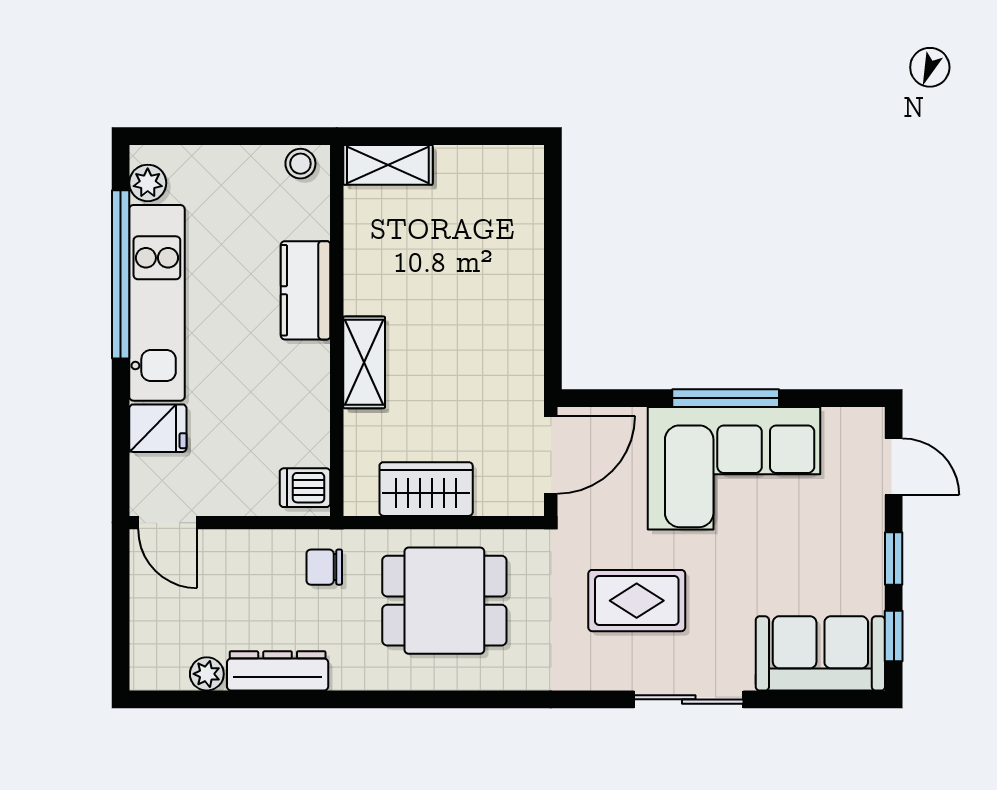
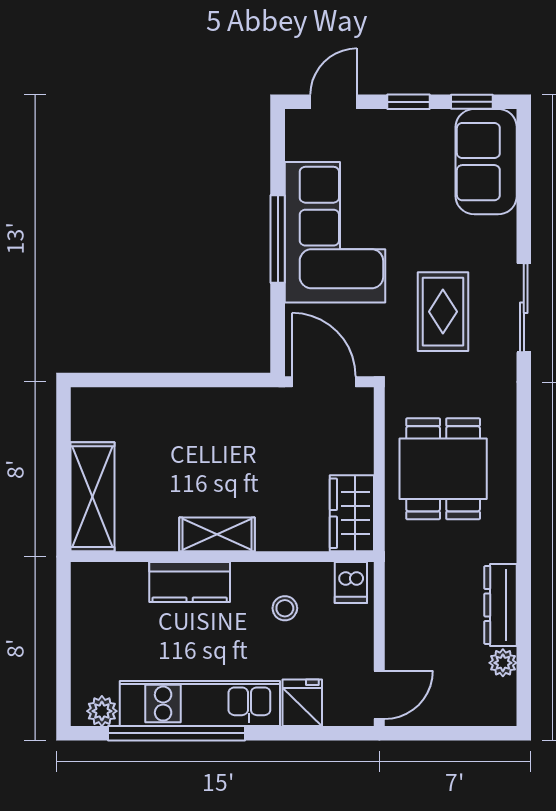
stool: (300, 164) -> (285, 608), moved
shelving: (388, 165) -> (93, 497), width x1.50, depth x1.33
shelving: (364, 362) -> (217, 534), moved
wardrobe: (426, 489) -> (352, 513), moved
chair: (324, 567) -> (416, 567), removed
sliding door: (689, 699) -> (524, 308), moved

